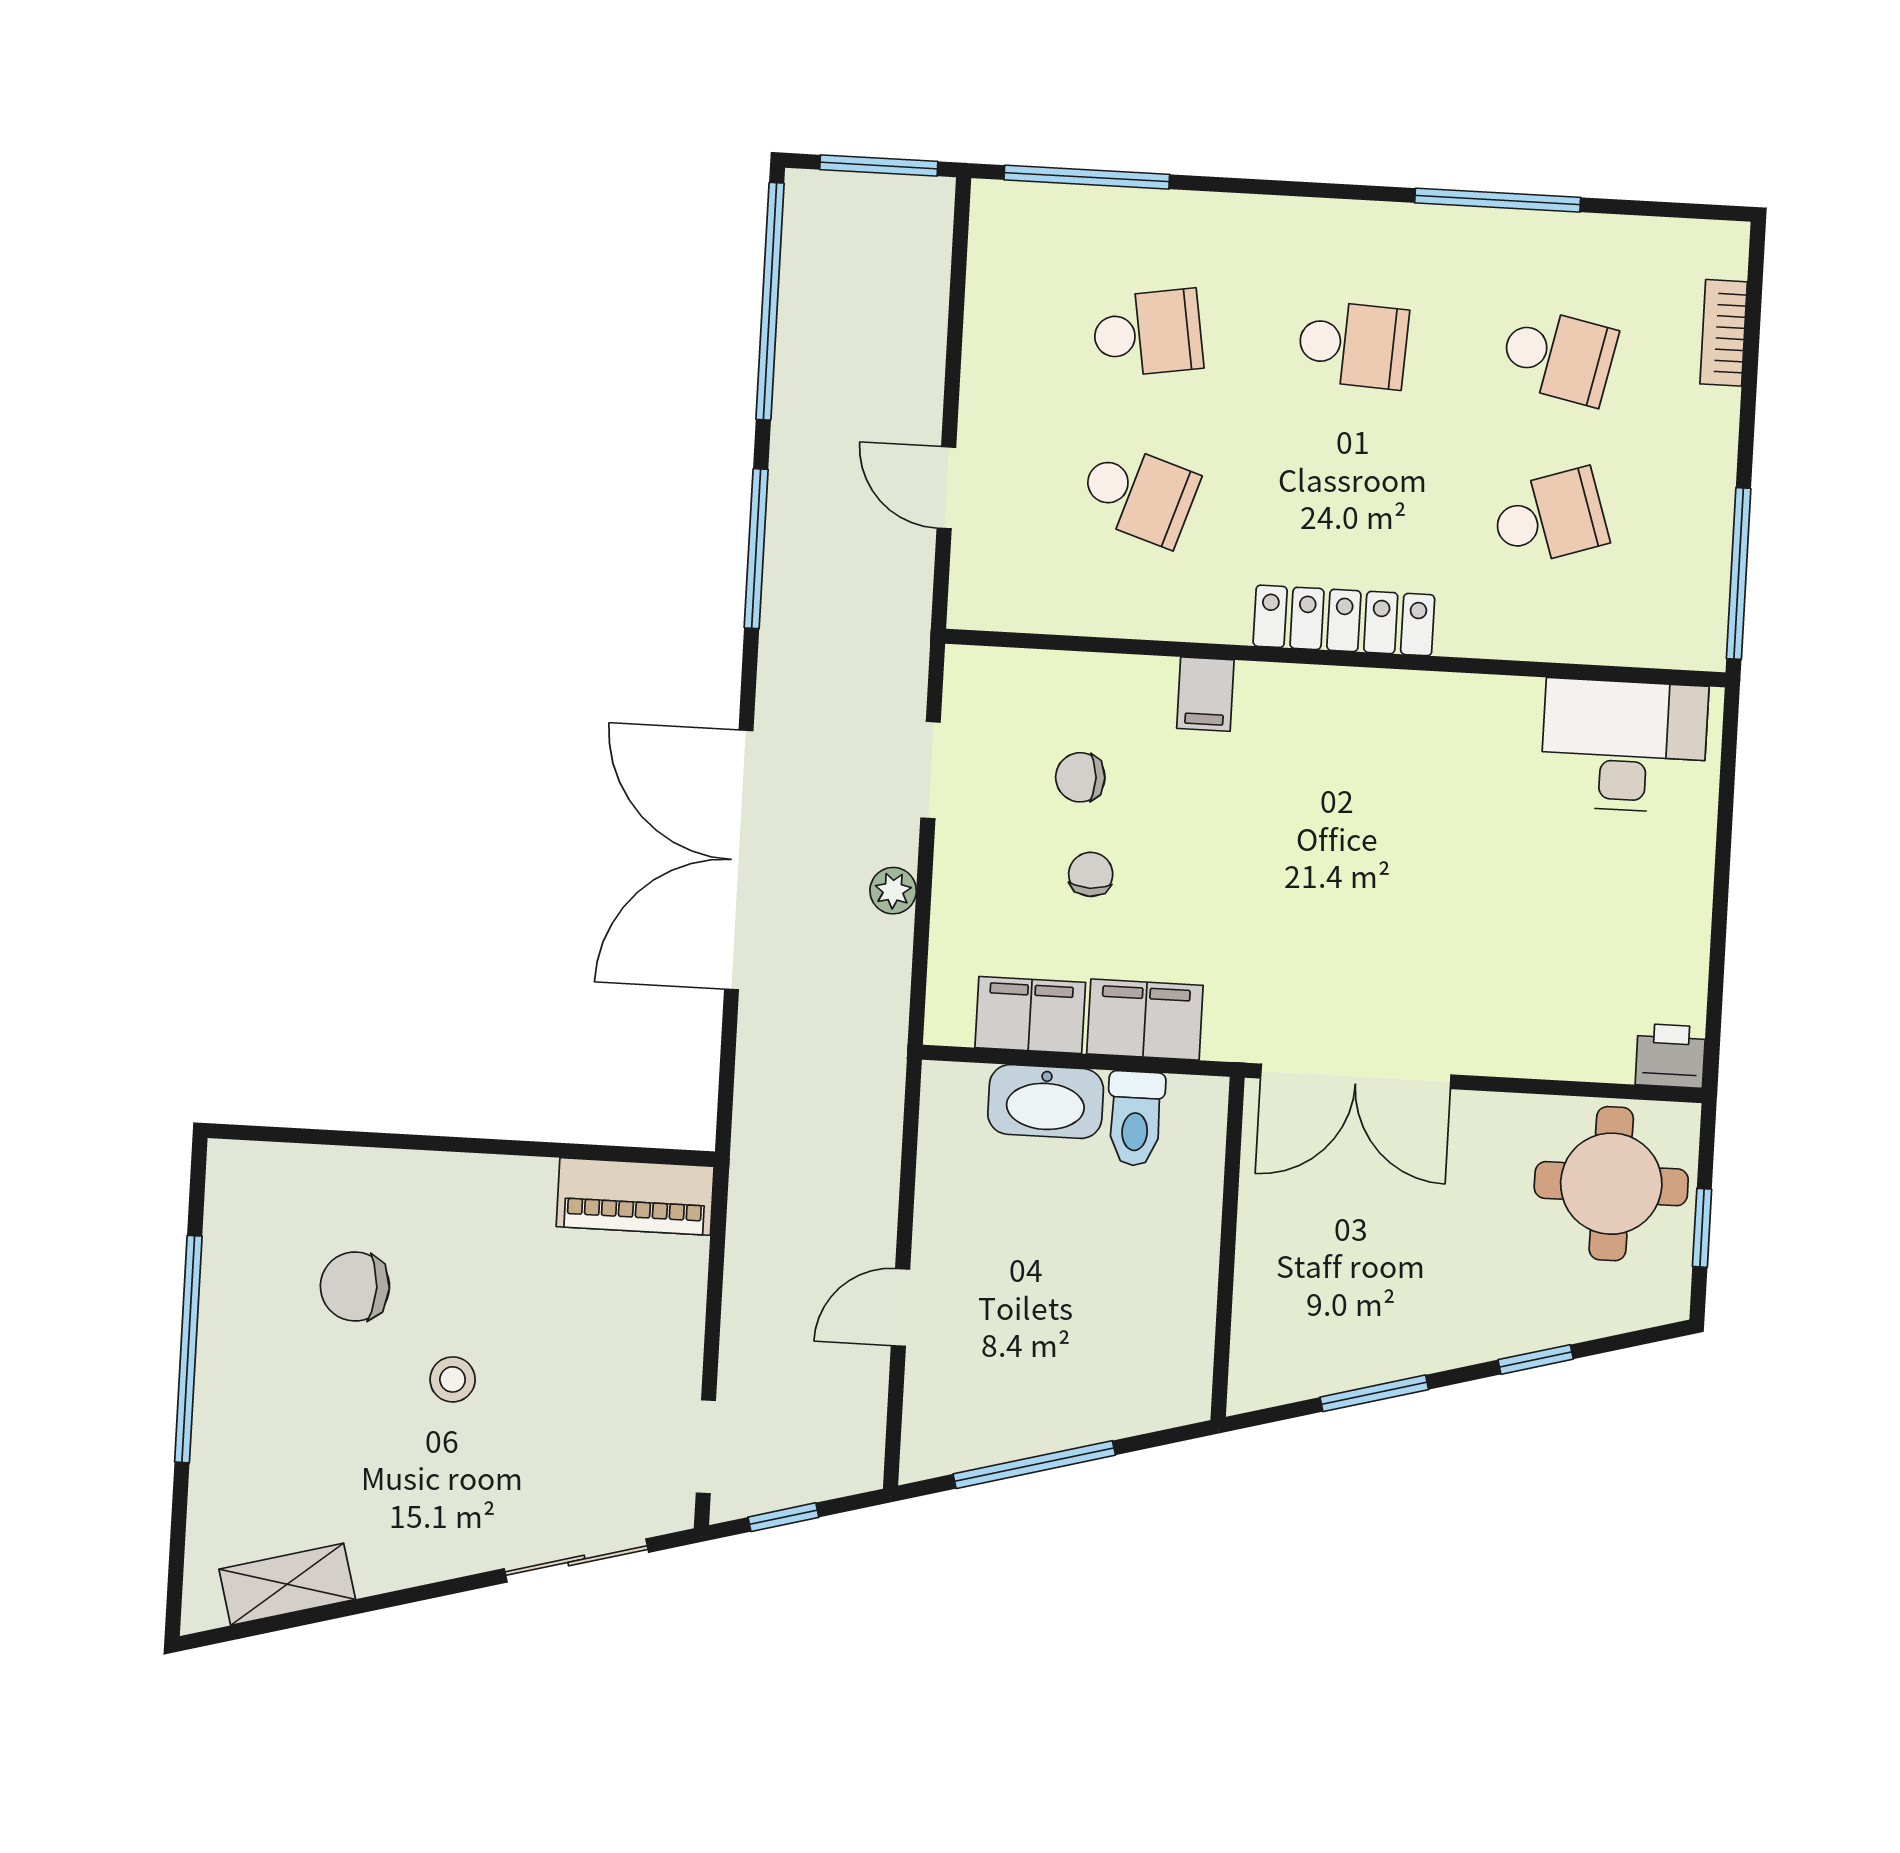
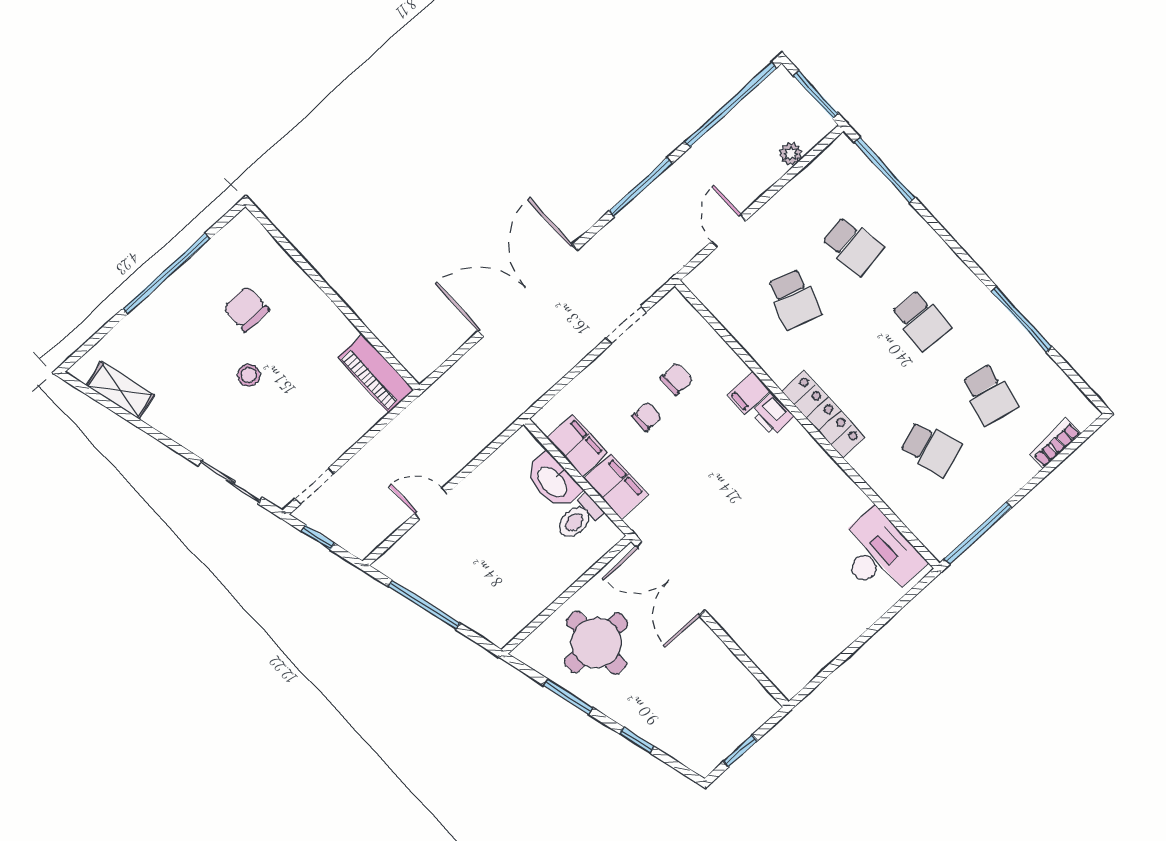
chair: (1080, 777) -> (676, 379), turned 92
plant: (893, 891) -> (791, 154), moved
printer: (1670, 1056) -> (773, 415), moved, turned 180
round table: (1611, 1184) -> (596, 643), moved

